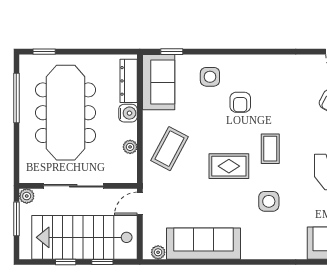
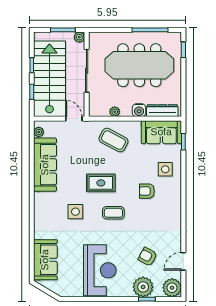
rug: (229, 166) -> (101, 183), turned 90

